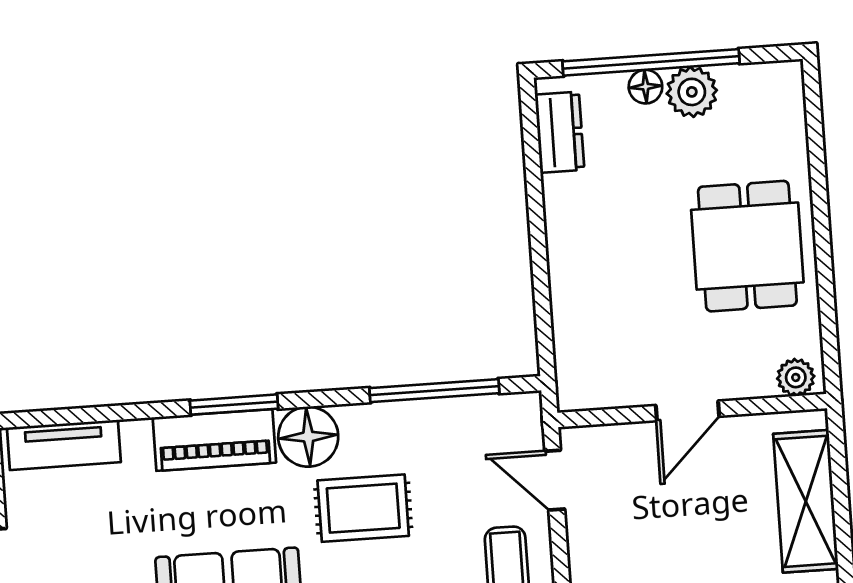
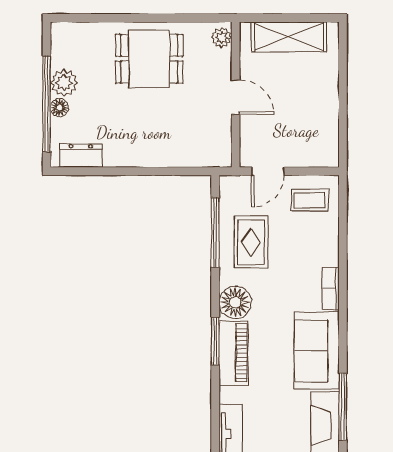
rug: (363, 508) -> (251, 242), moved

